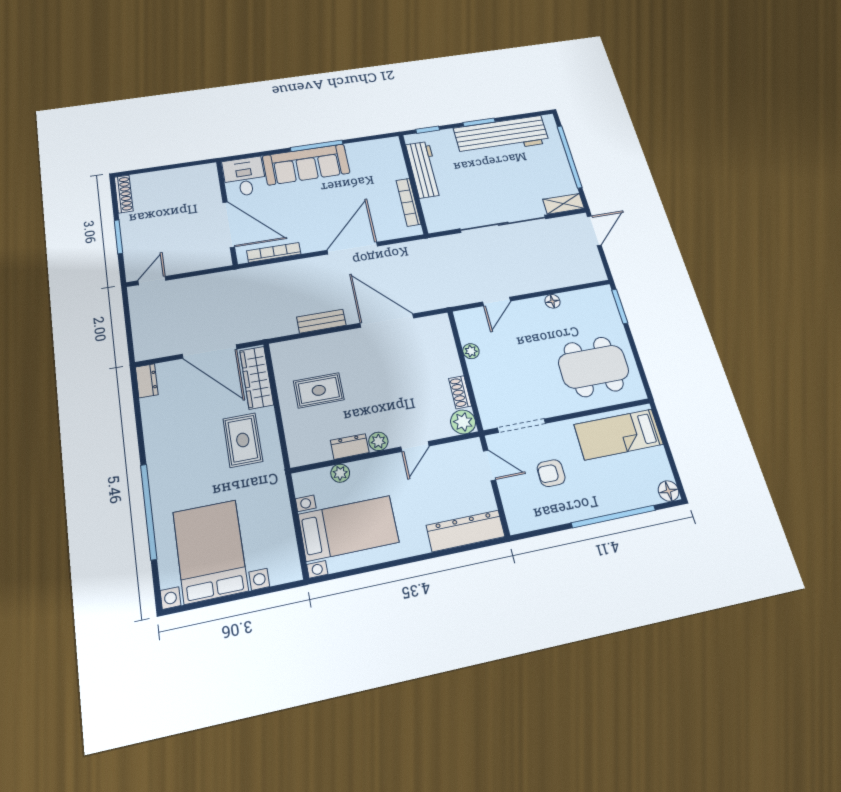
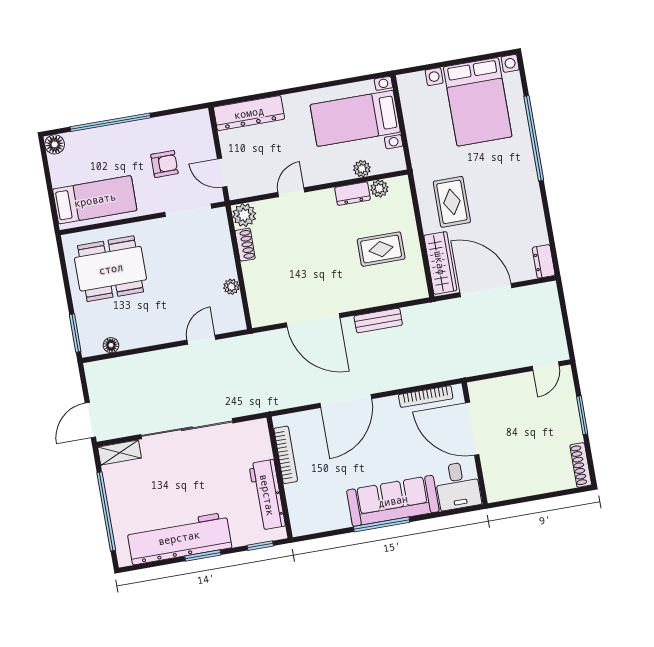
floor lamp: (552, 301) -> (111, 345), moved
plant: (378, 441) -> (379, 189), moved

